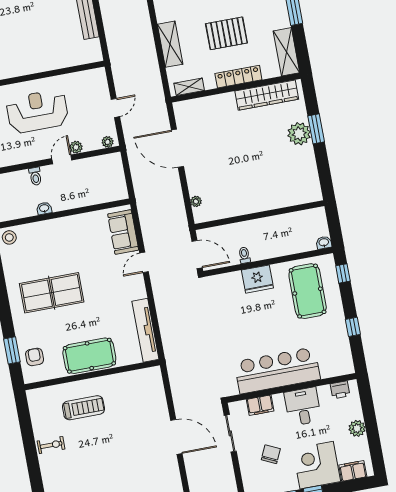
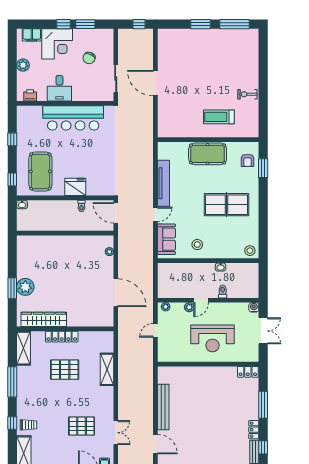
shelving: (189, 87) -> (99, 336), removed
stool: (81, 232) -> (197, 245), added
tv unit: (145, 330) -> (163, 183), moved
filing cabinet: (260, 405) -> (90, 95), removed

